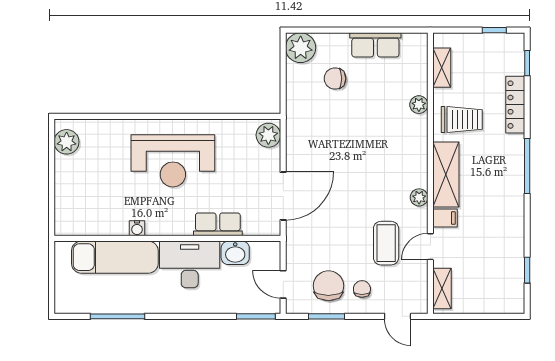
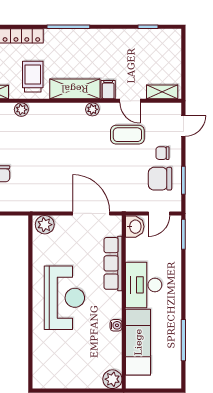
plant: (67, 142) -> (112, 379), moved
row of seats: (218, 224) -> (113, 263), width x1.48
washbasin: (235, 253) -> (135, 227), moved

